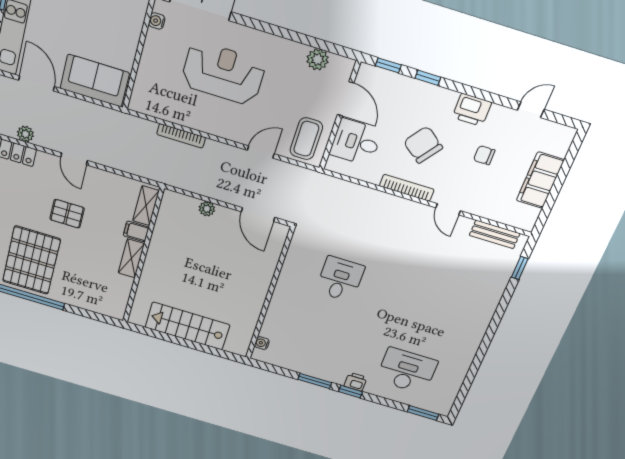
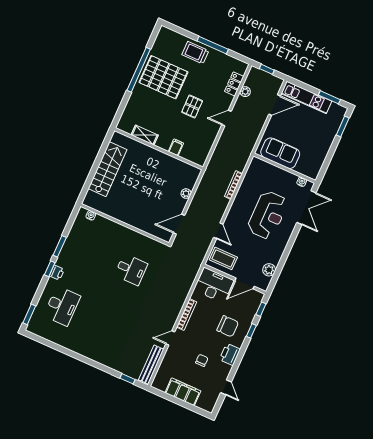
sofa: (95, 81) -> (280, 153), moved, turned -90
desk: (356, 142) -> (214, 285), width x1.37
chair: (423, 145) -> (228, 326), moved, turned 53
shelving: (146, 206) -> (192, 156), removed
bench: (495, 234) -> (151, 365), width x1.36
shelving: (131, 258) -> (145, 135), moved

